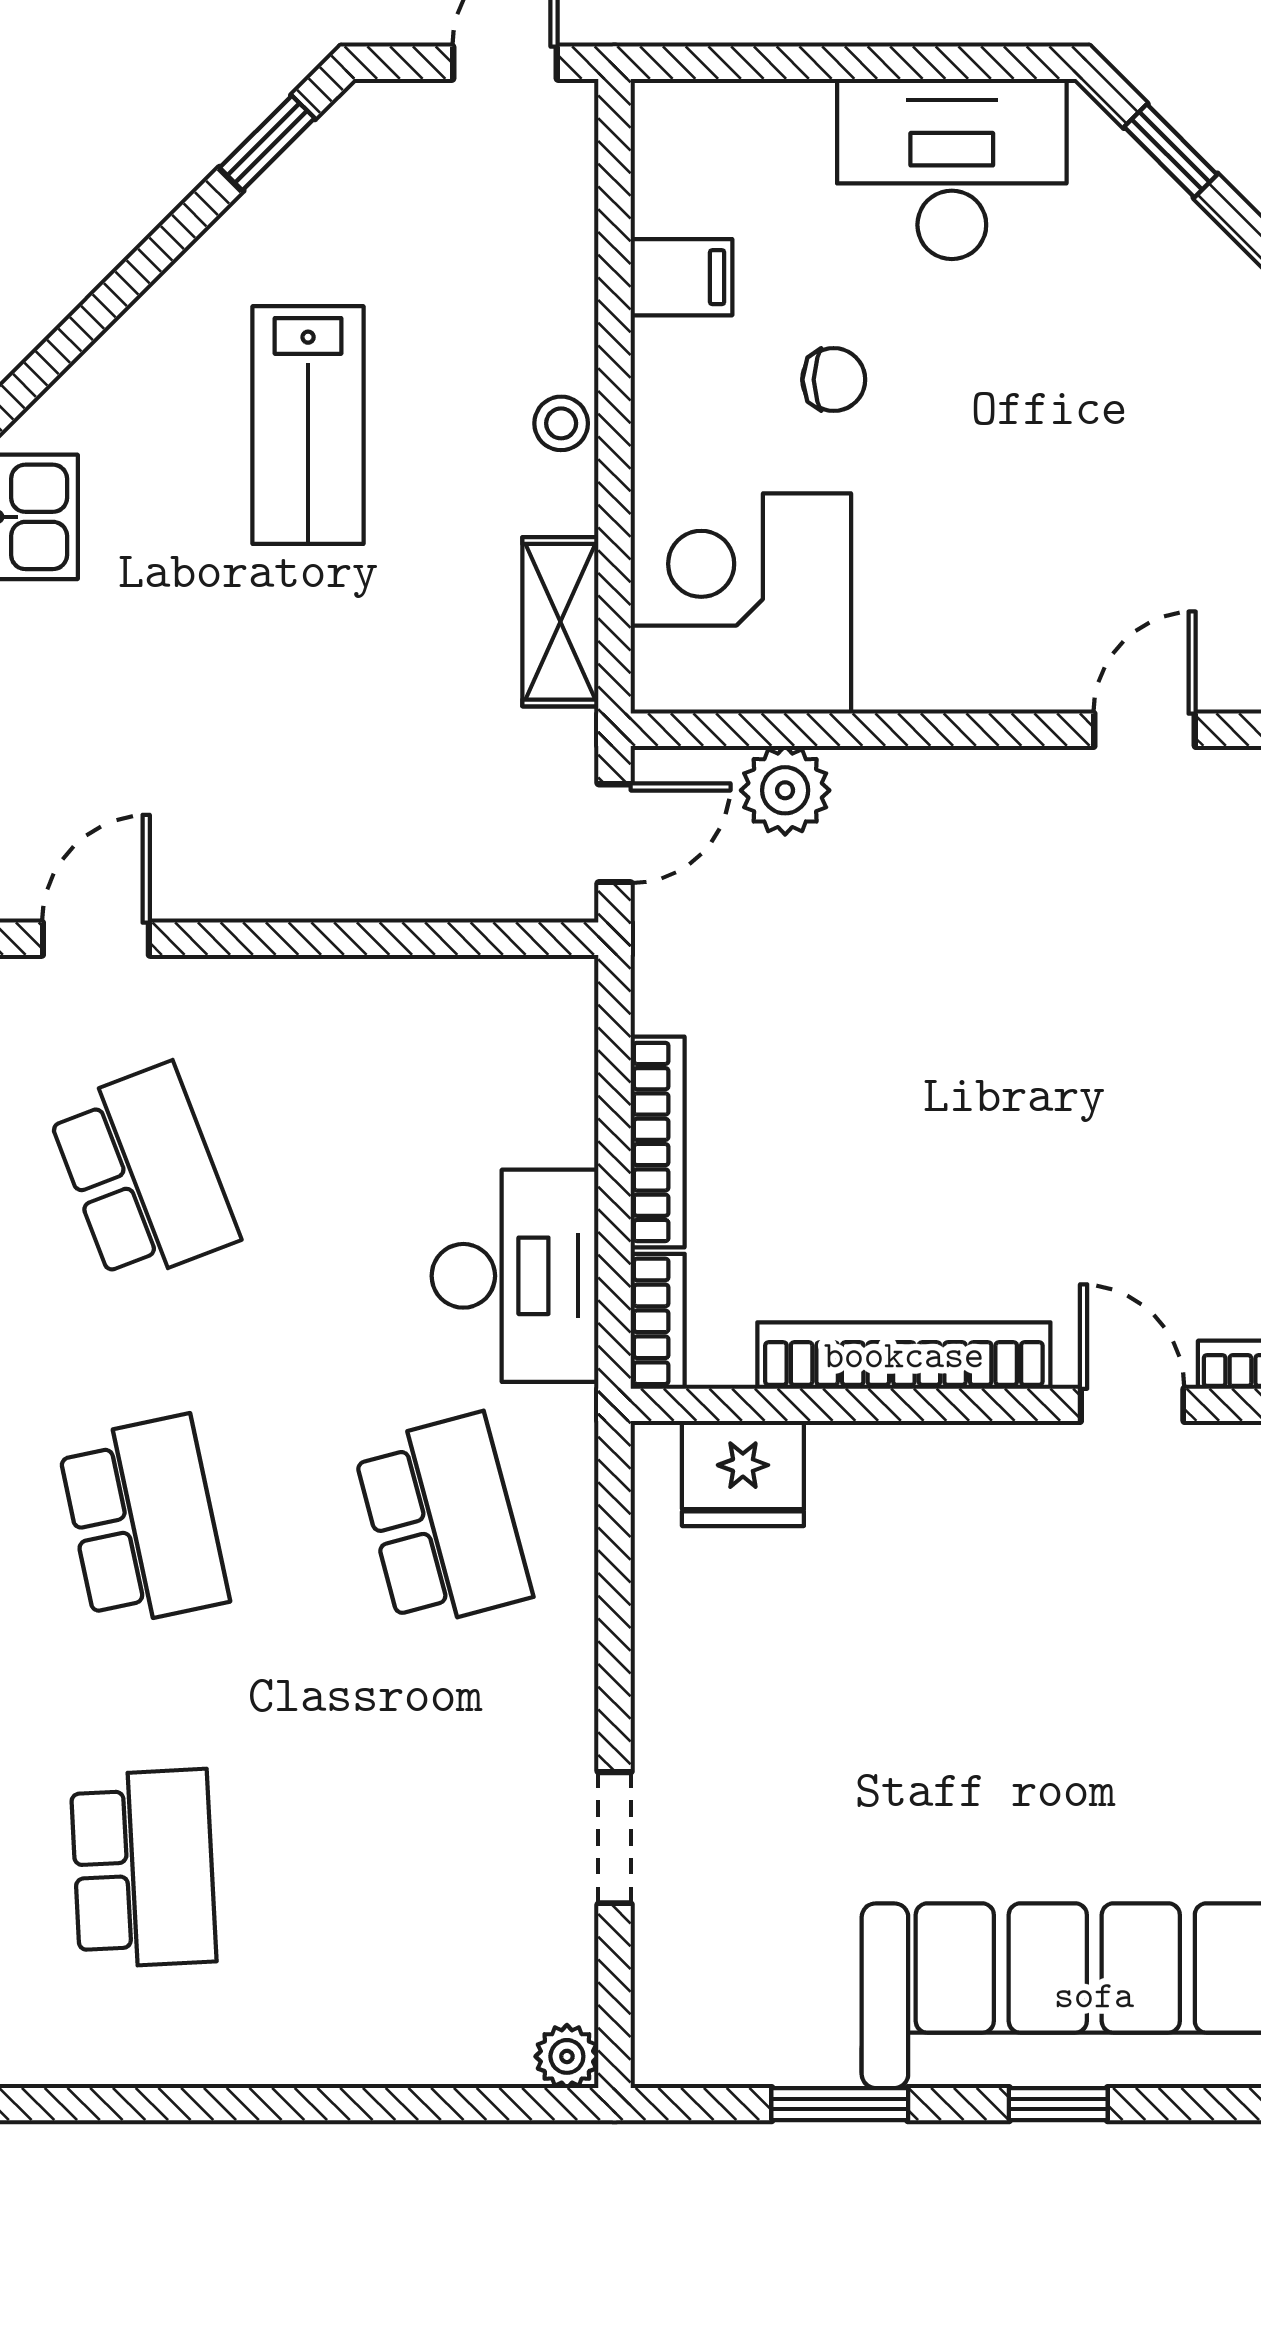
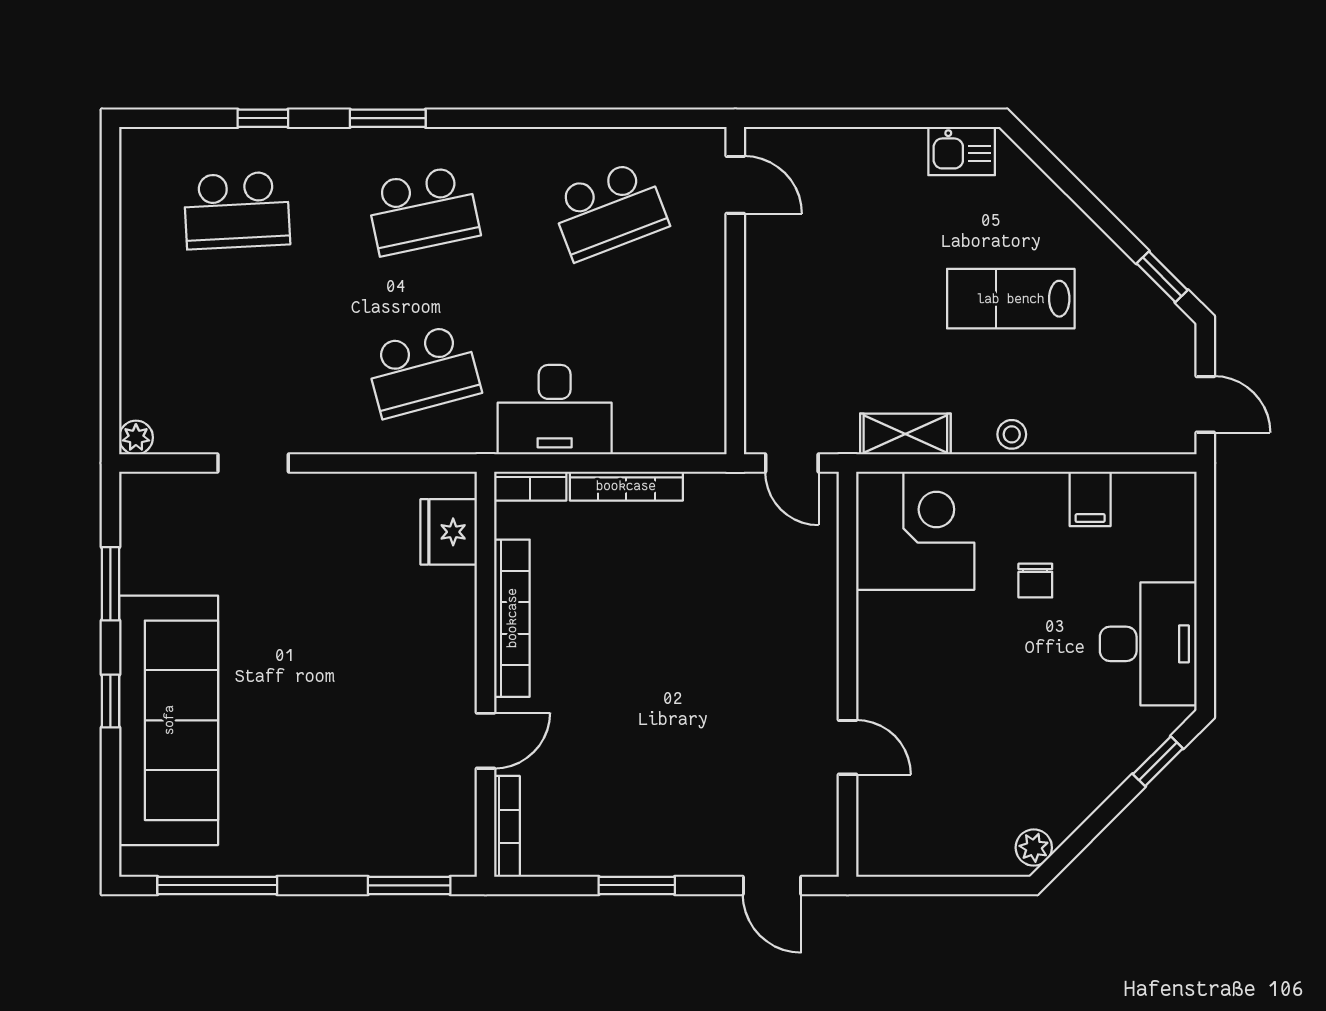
plant: (785, 790) -> (815, 554), removed

